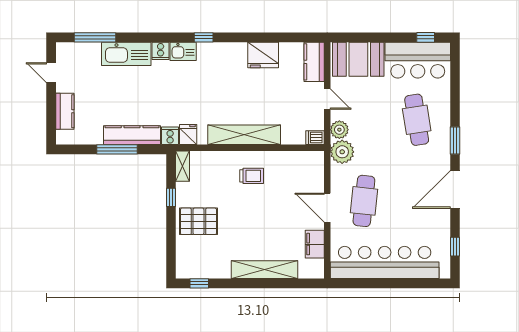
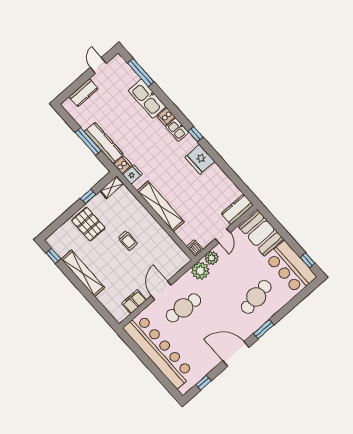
fridge: (263, 55) -> (200, 159), moved
trolley: (252, 176) -> (128, 241), moved
shelving: (264, 270) -> (83, 273), moved

